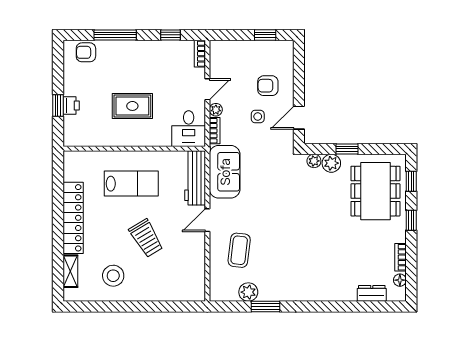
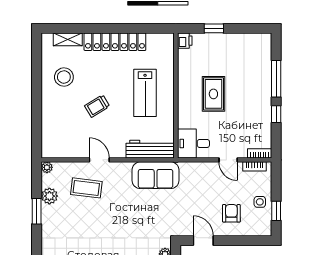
window: (171, 35) -> (276, 114), moved
armchair: (86, 52) -> (261, 53), removed
printer: (71, 105) -> (185, 41), moved, turned -90
plant: (216, 110) -> (47, 167), moved
side table: (258, 117) -> (260, 202), moved
bookcase: (215, 131) -> (254, 166), moved
door: (207, 220) -> (99, 160), moved
trolley: (146, 238) -> (97, 106), width x0.73, depth x0.72

